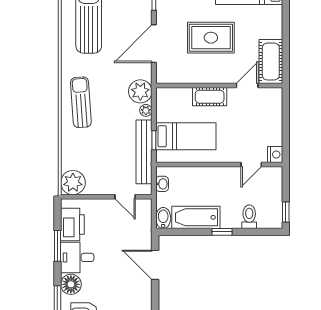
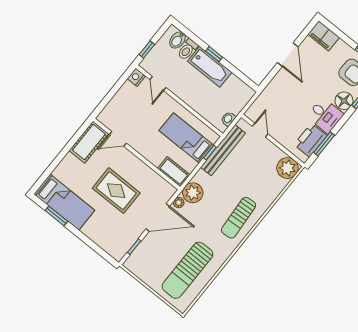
cot: (210, 97) -> (174, 172), moved
plant: (146, 110) -> (179, 203), moved
door: (251, 165) -> (158, 83), swing flipped
window: (286, 212) -> (147, 50), moved
bathtub: (196, 217) -> (210, 67), moved
bidet: (163, 218) -> (178, 40), moved
window: (57, 246) -> (324, 144), moved
door: (155, 265) -> (288, 55), moved

